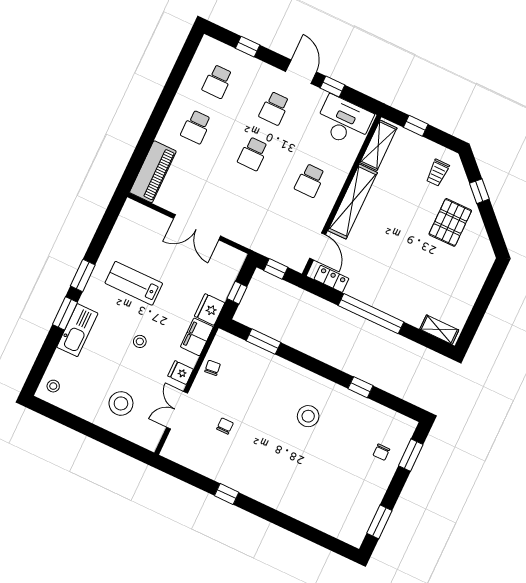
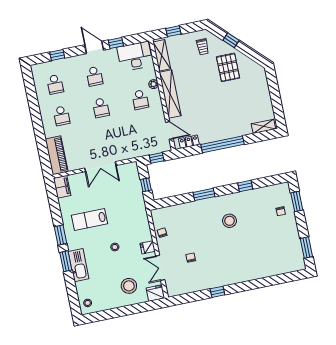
plant: (341, 174) -> (154, 84), added
fridge: (210, 310) -> (155, 293), moved, turned 90
filing cabinet: (197, 337) -> (62, 187), moved, turned 180
window: (263, 342) -> (204, 194), moved

